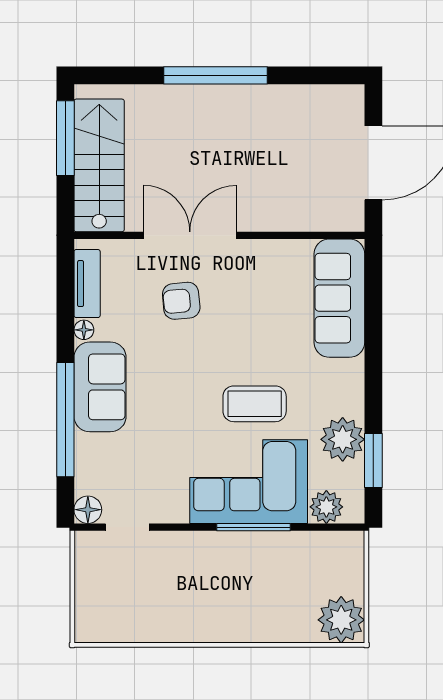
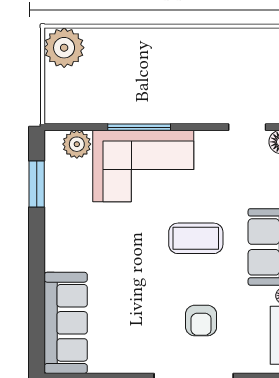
armchair: (181, 301) -> (201, 321), turned 95
coffee table: (255, 404) -> (196, 238), moved
plant: (343, 439) -> (63, 202), removed

